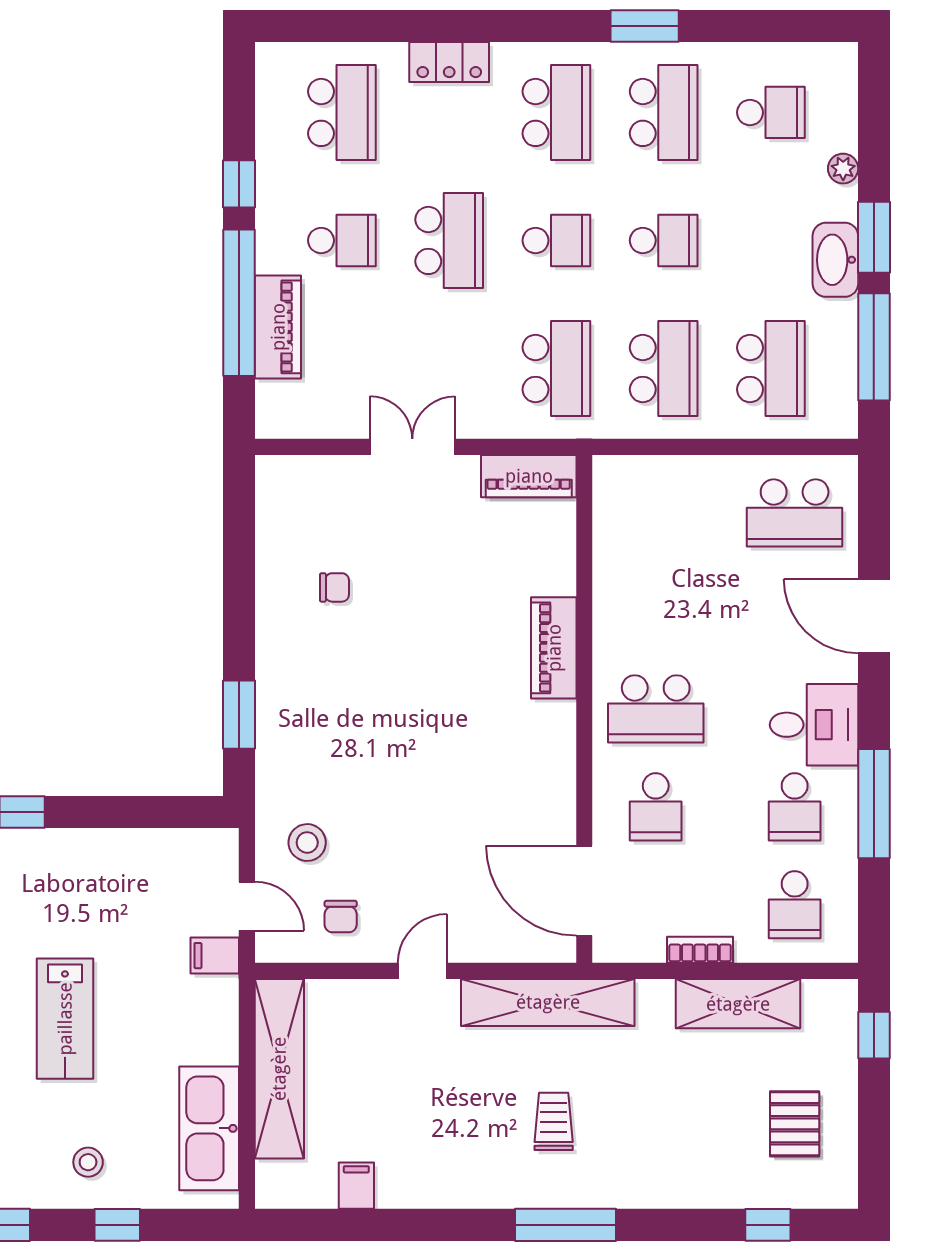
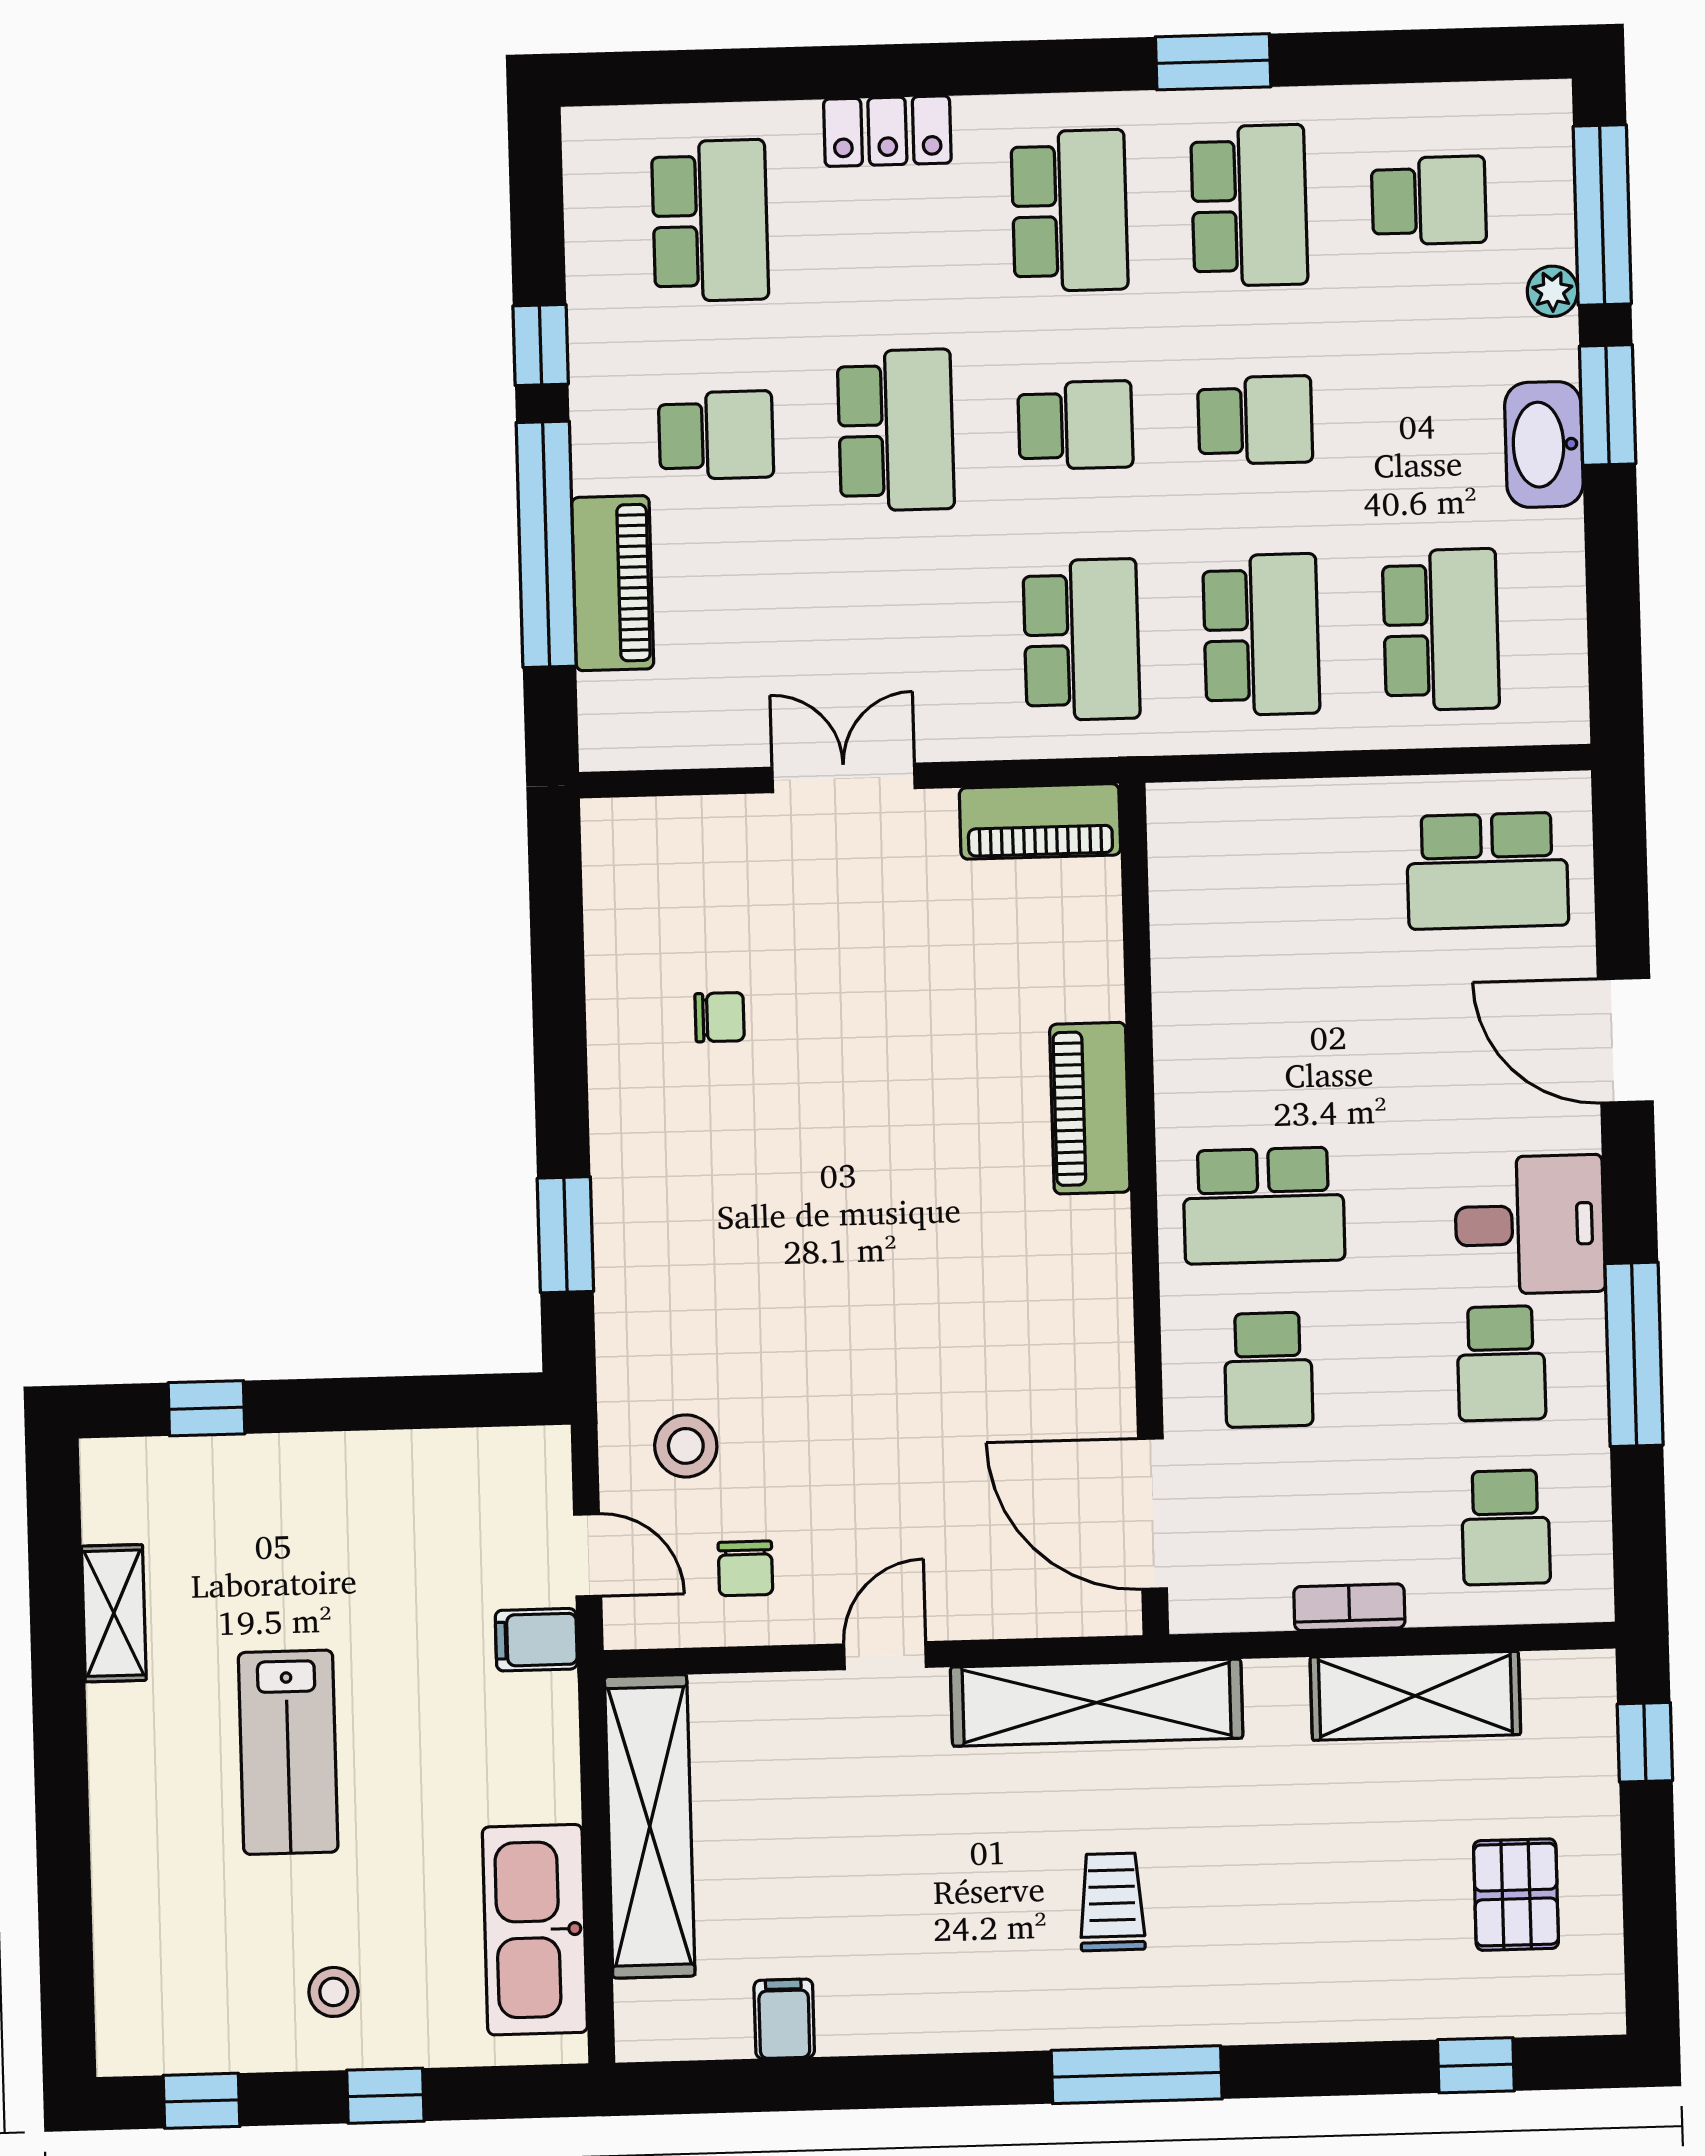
window: (874, 347) -> (1602, 215), moved

